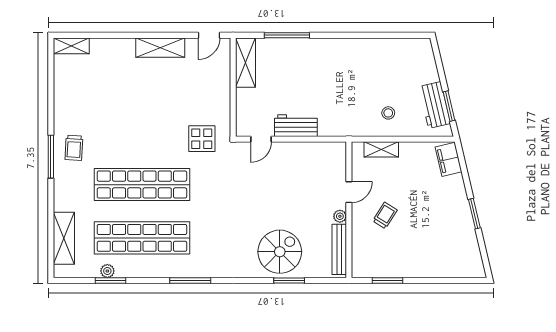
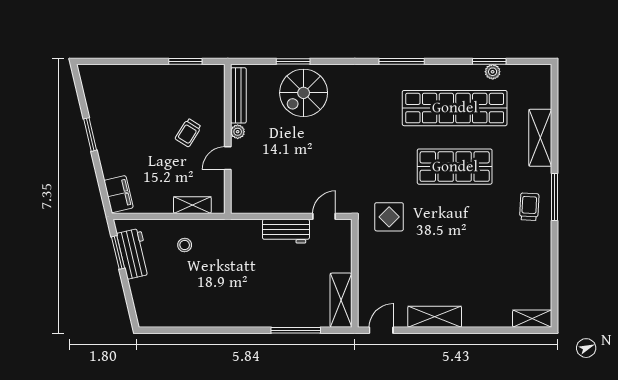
shop shelf: (142, 185) -> (455, 167), width x0.71
shelving: (64, 238) -> (540, 138), moved

